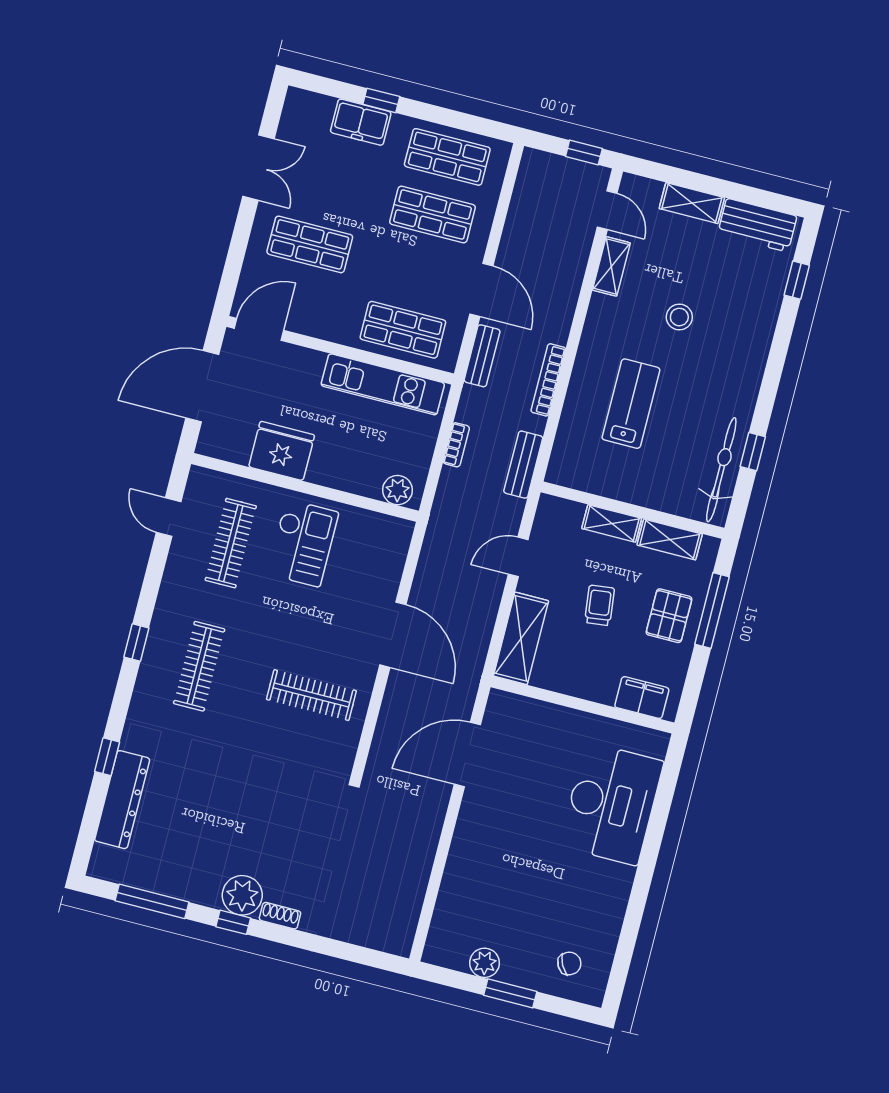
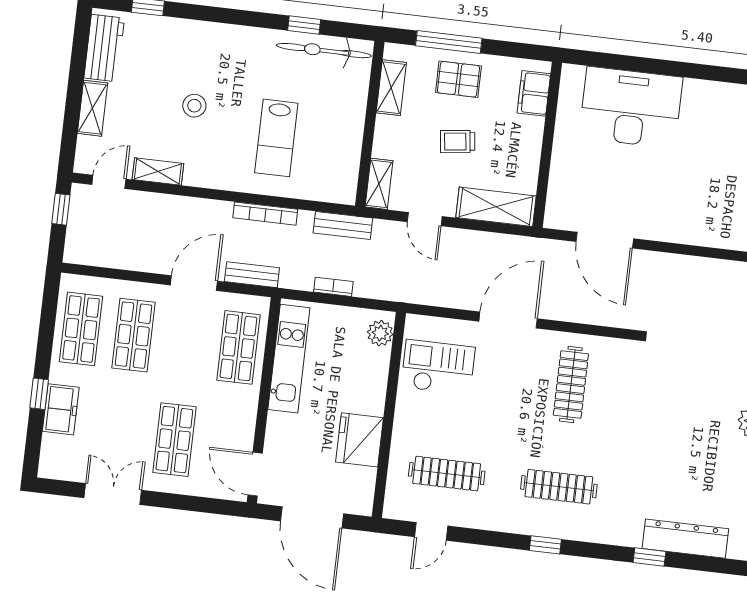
lab bench: (631, 404) -> (276, 138), turned -90
shelving: (612, 523) -> (379, 184), moved
checkout: (303, 543) -> (438, 367), moved

